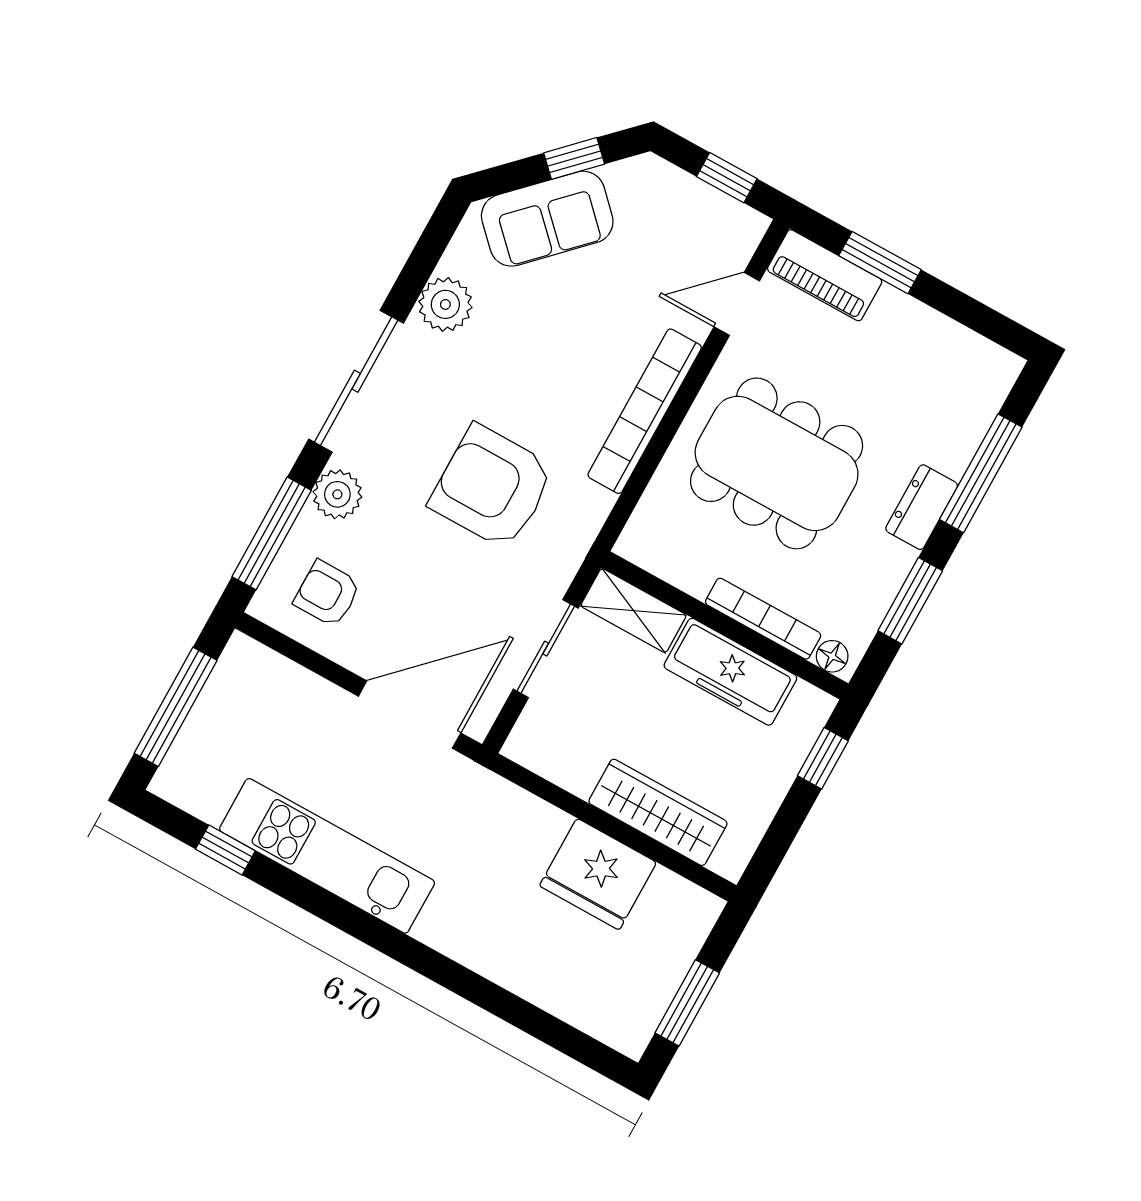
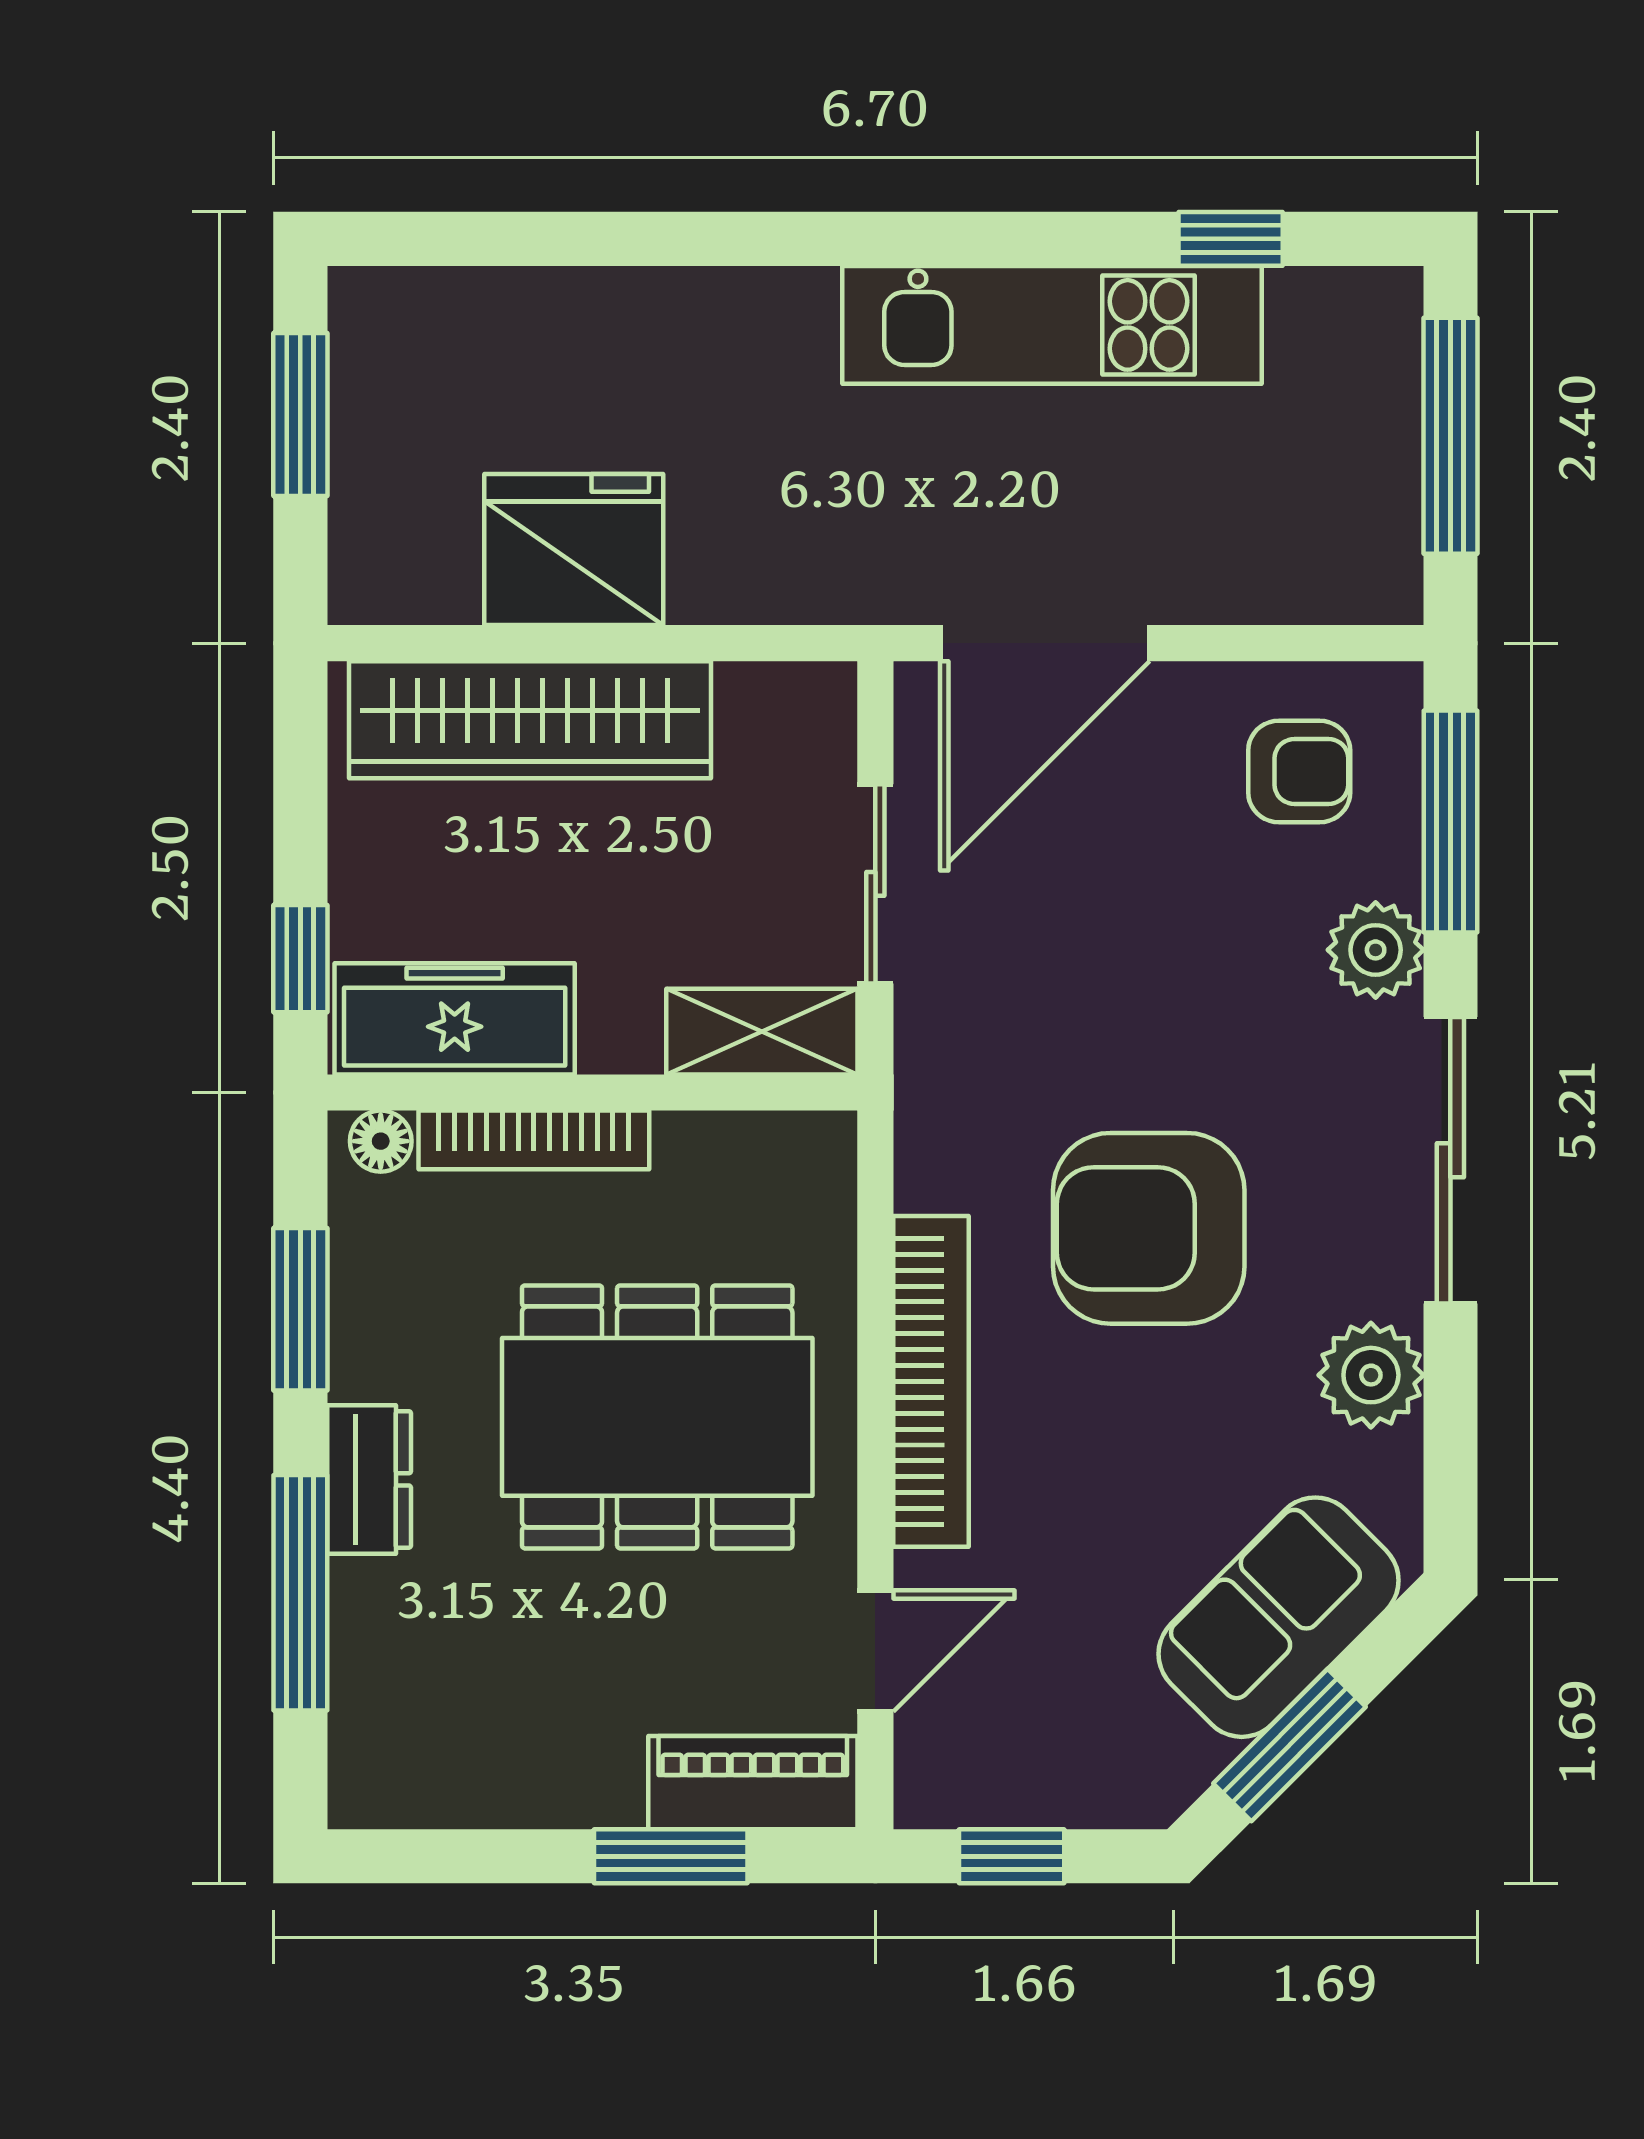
window: (574, 158) -> (1289, 1745), width x1.50
armchair: (492, 487) -> (1149, 1228), moved, turned 180
freezer: (730, 672) -> (455, 1019), moved
wardrobe: (658, 812) -> (530, 720), width x1.40, depth x1.17

